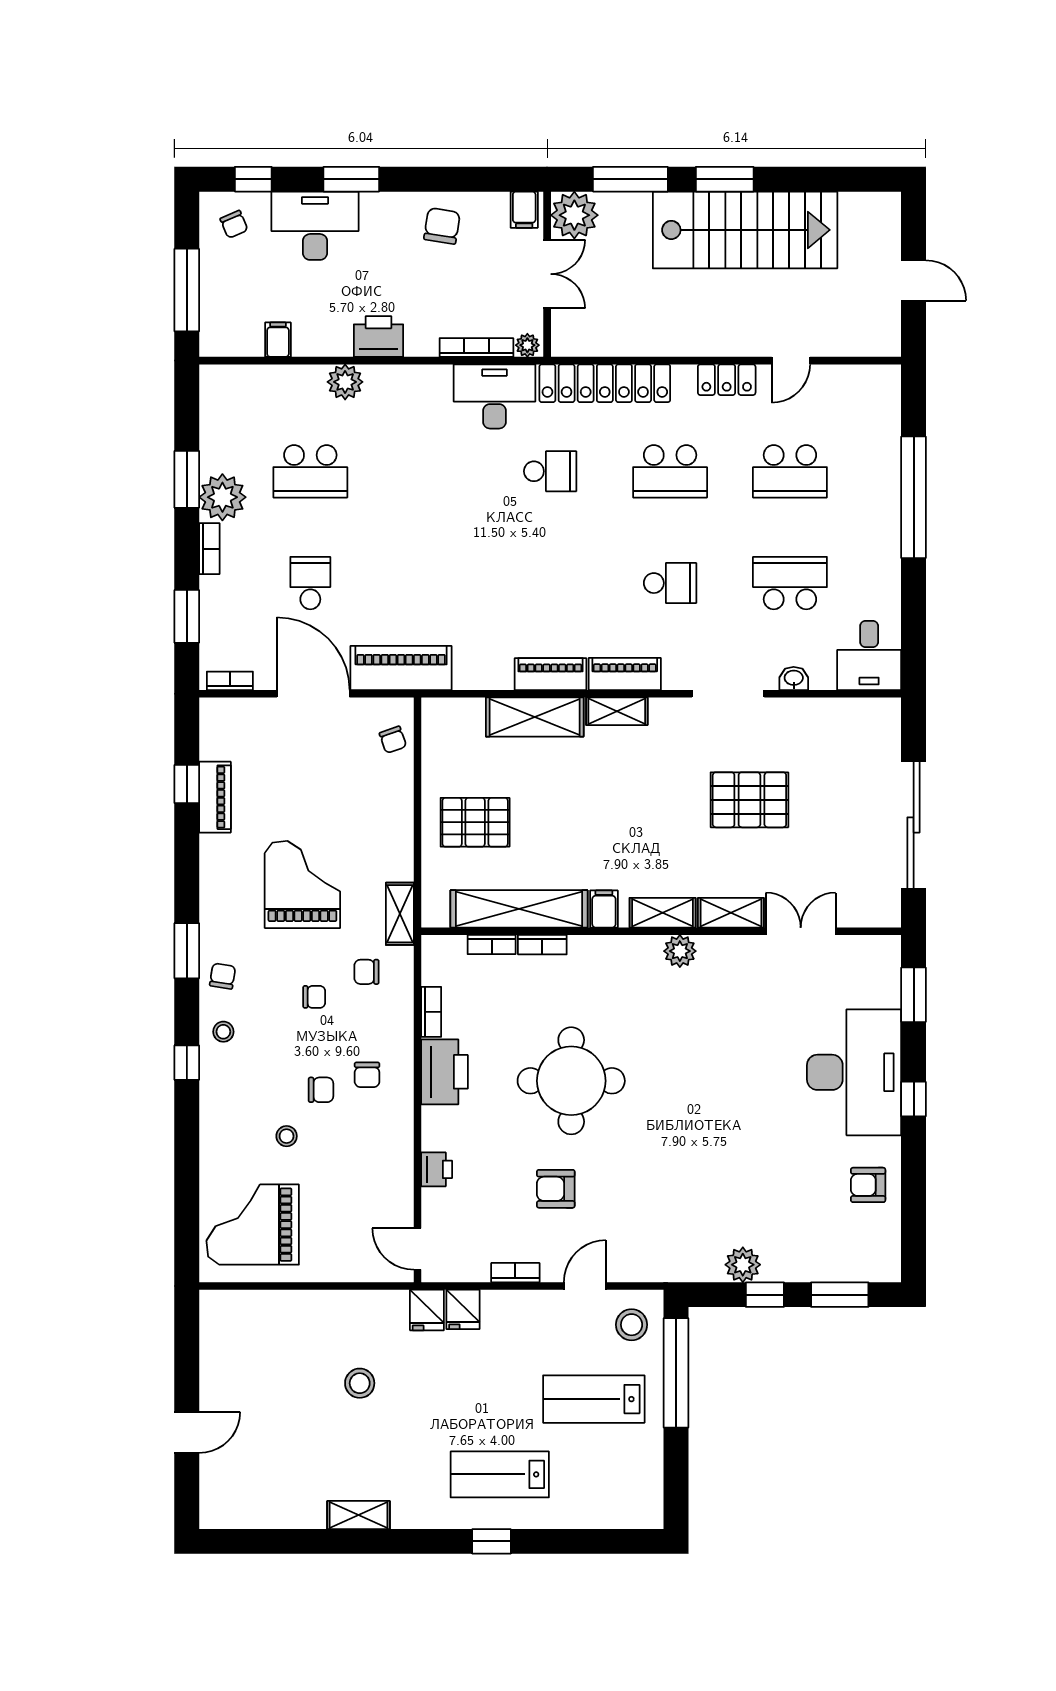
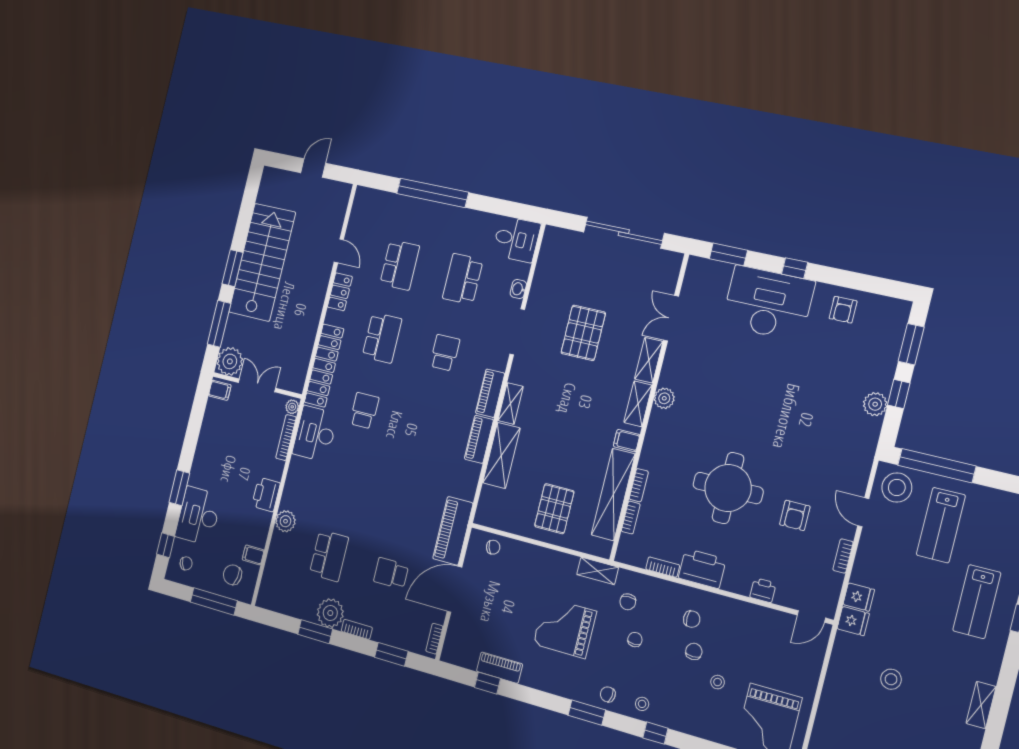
chair: (442, 226) -> (233, 575), moved
stool: (632, 1325) -> (897, 488), width x1.38, depth x1.38

